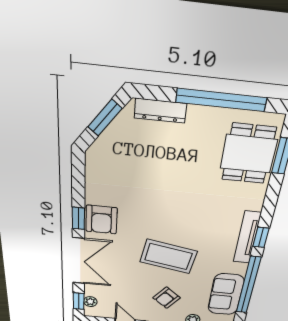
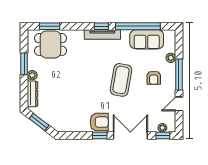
window: (221, 100) -> (24, 64), width x0.47
plant: (197, 114) -> (32, 75), added
armchair: (167, 298) -> (154, 78), turned 51

